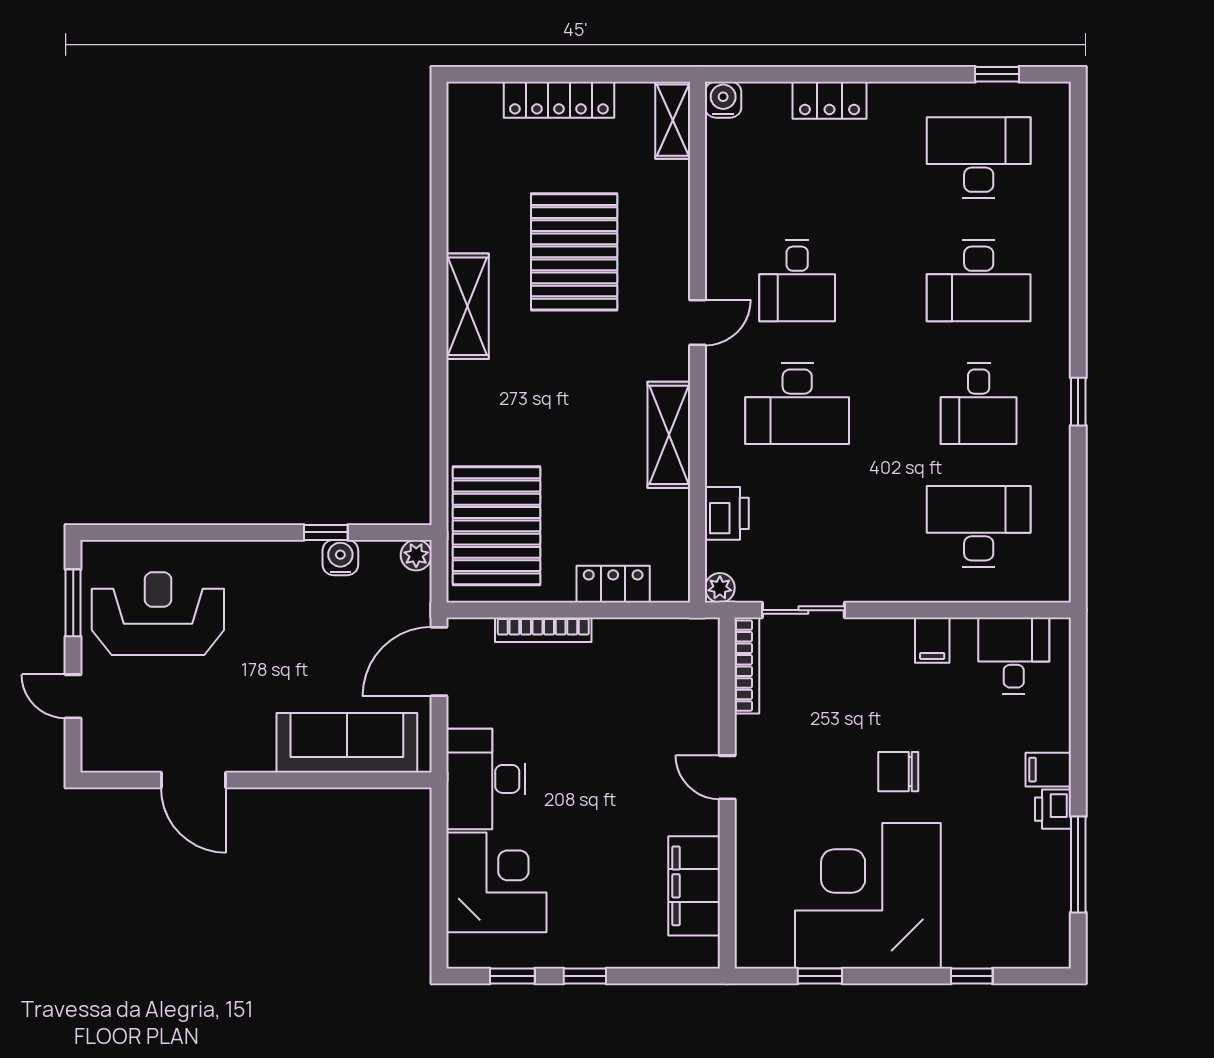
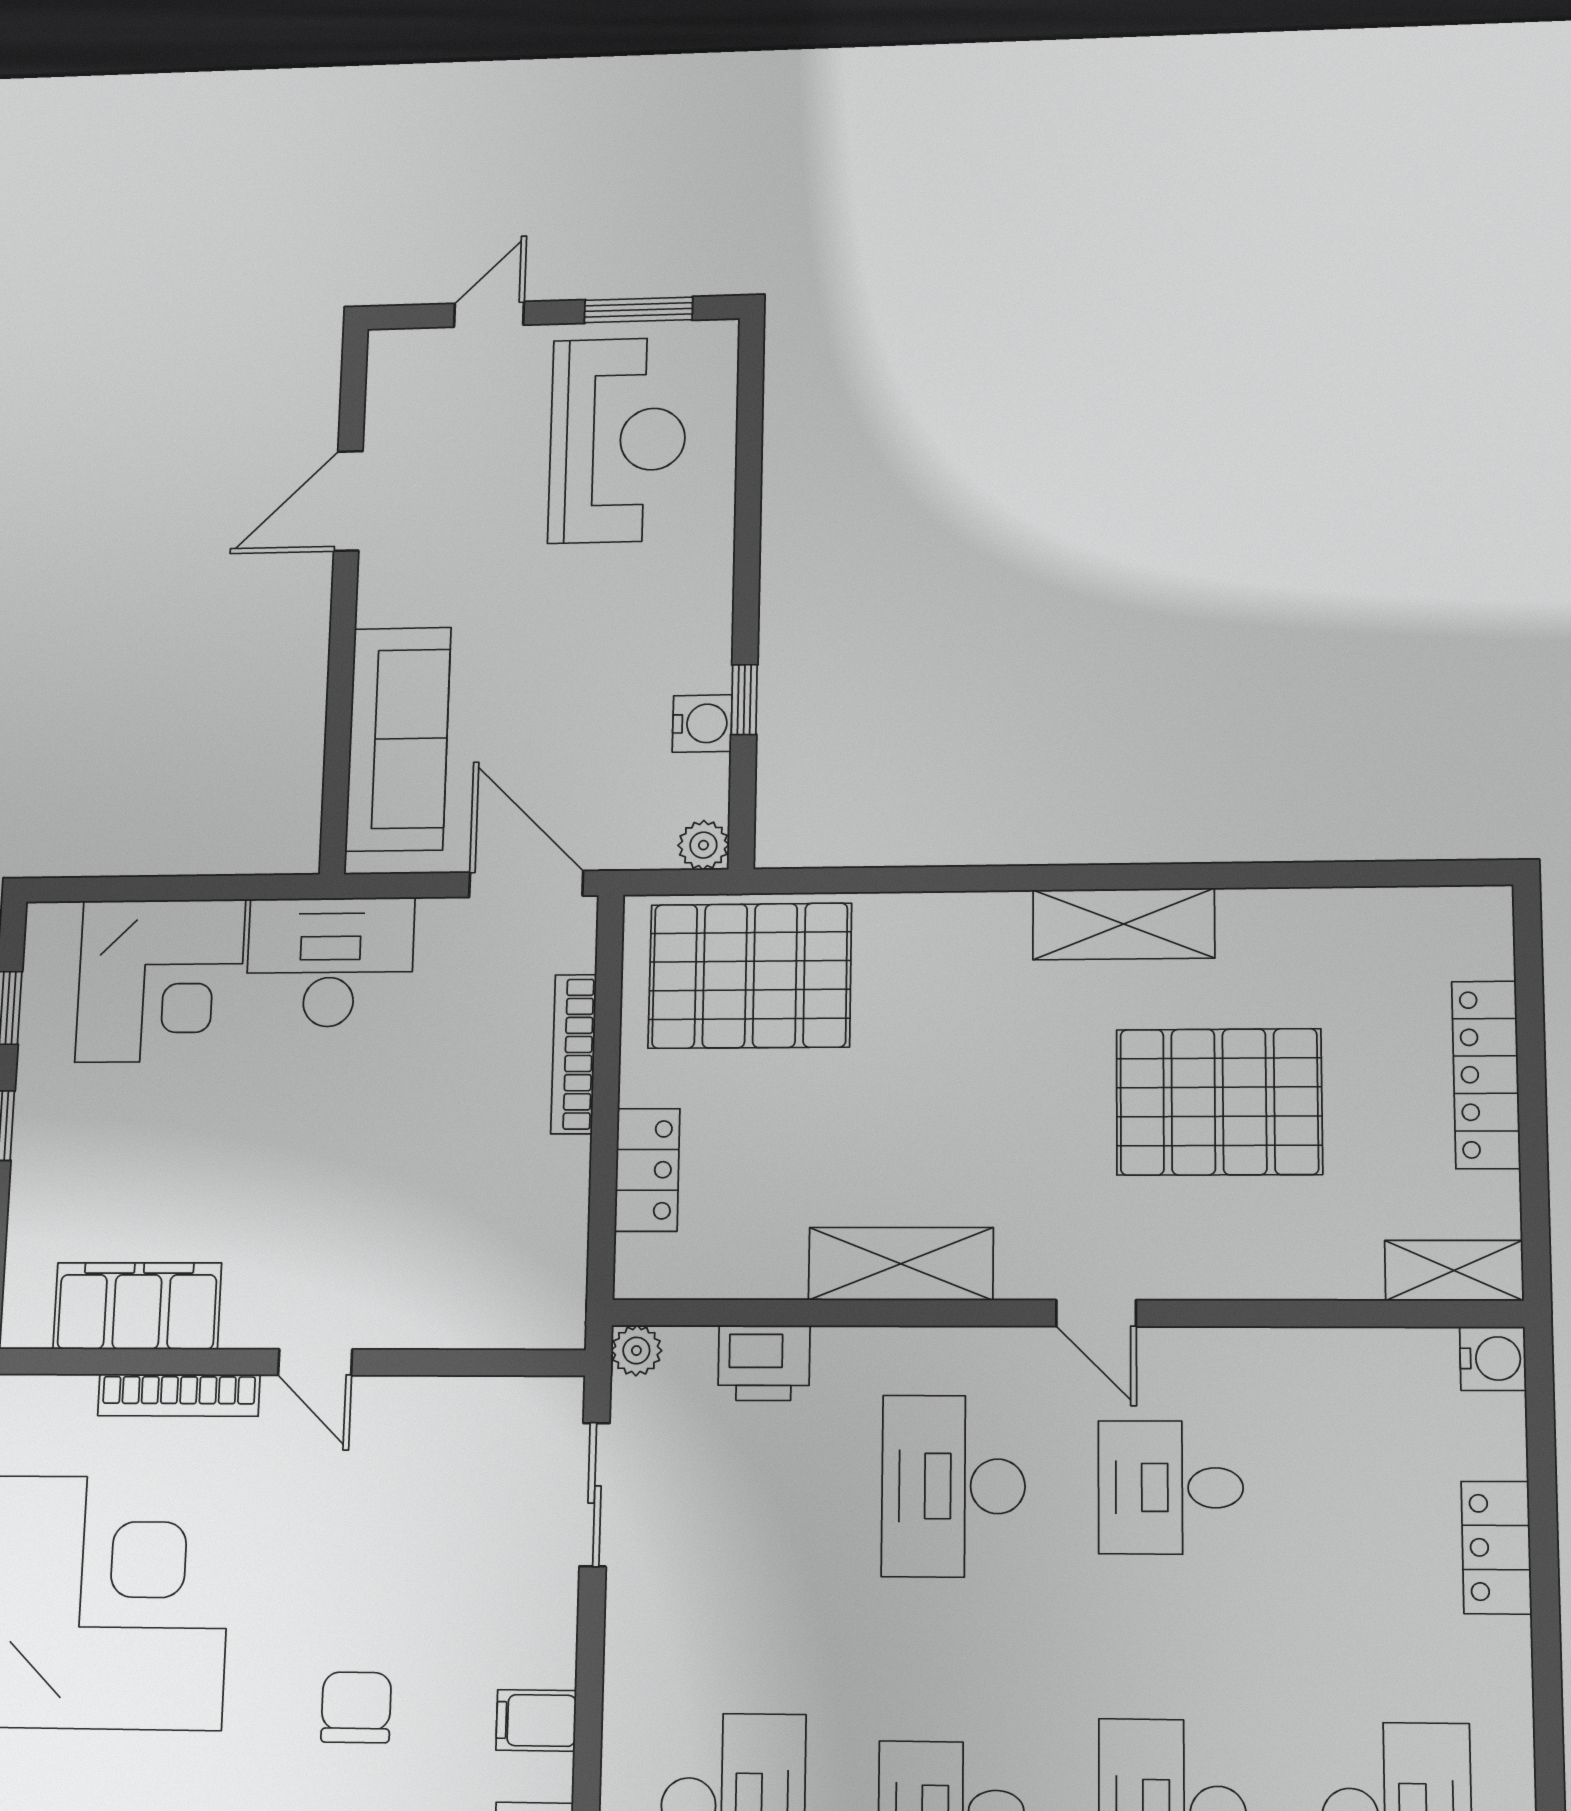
bookcase: (747, 666) -> (179, 1395), moved
chair: (898, 772) -> (356, 1707), moved
door: (727, 777) -> (315, 1362), swing flipped

